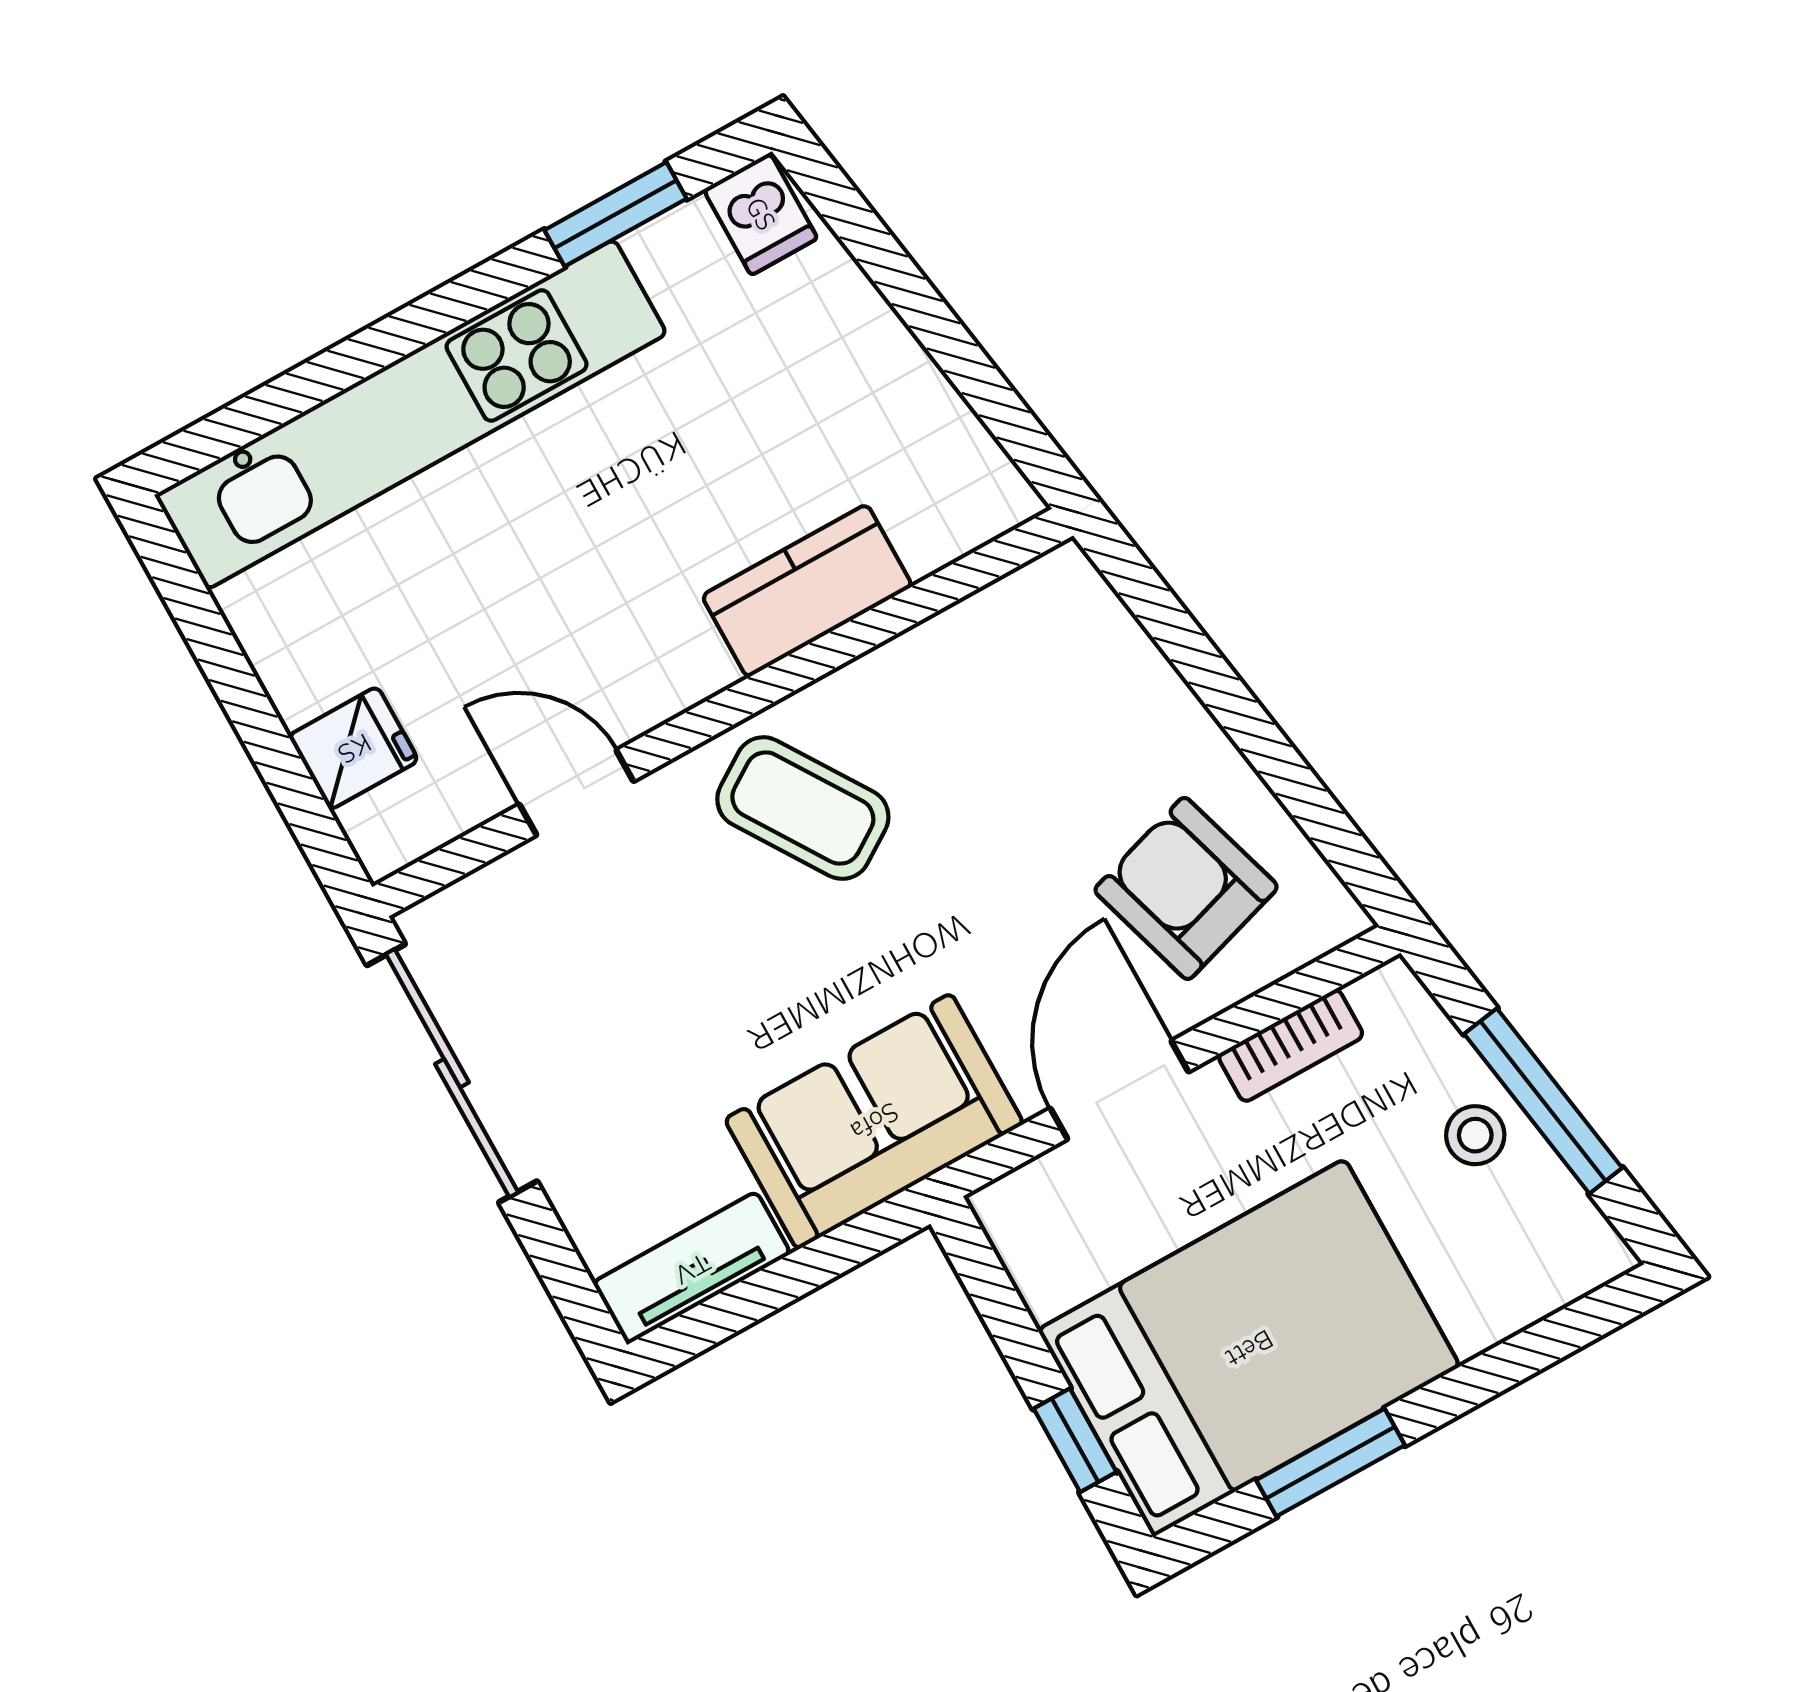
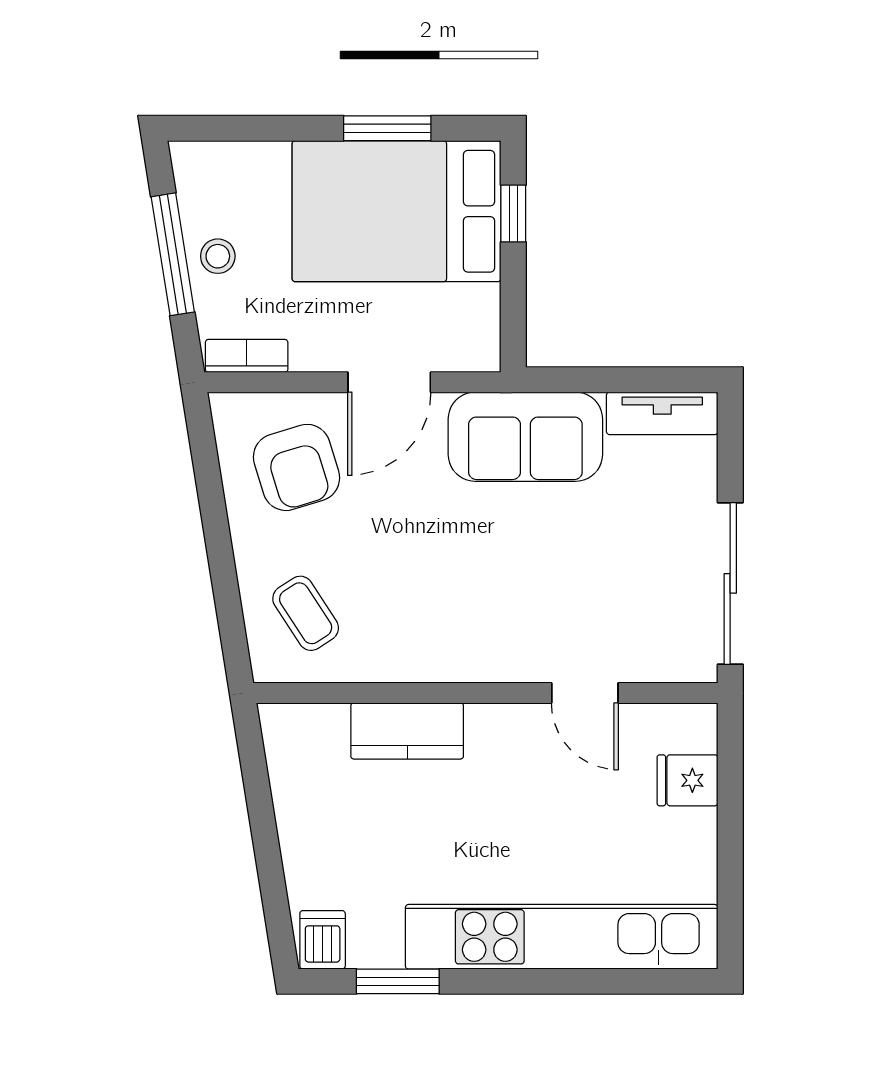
coffee table: (803, 808) -> (306, 613), moved, width x0.73, depth x0.77
bookcase: (1291, 1046) -> (247, 356), moved

